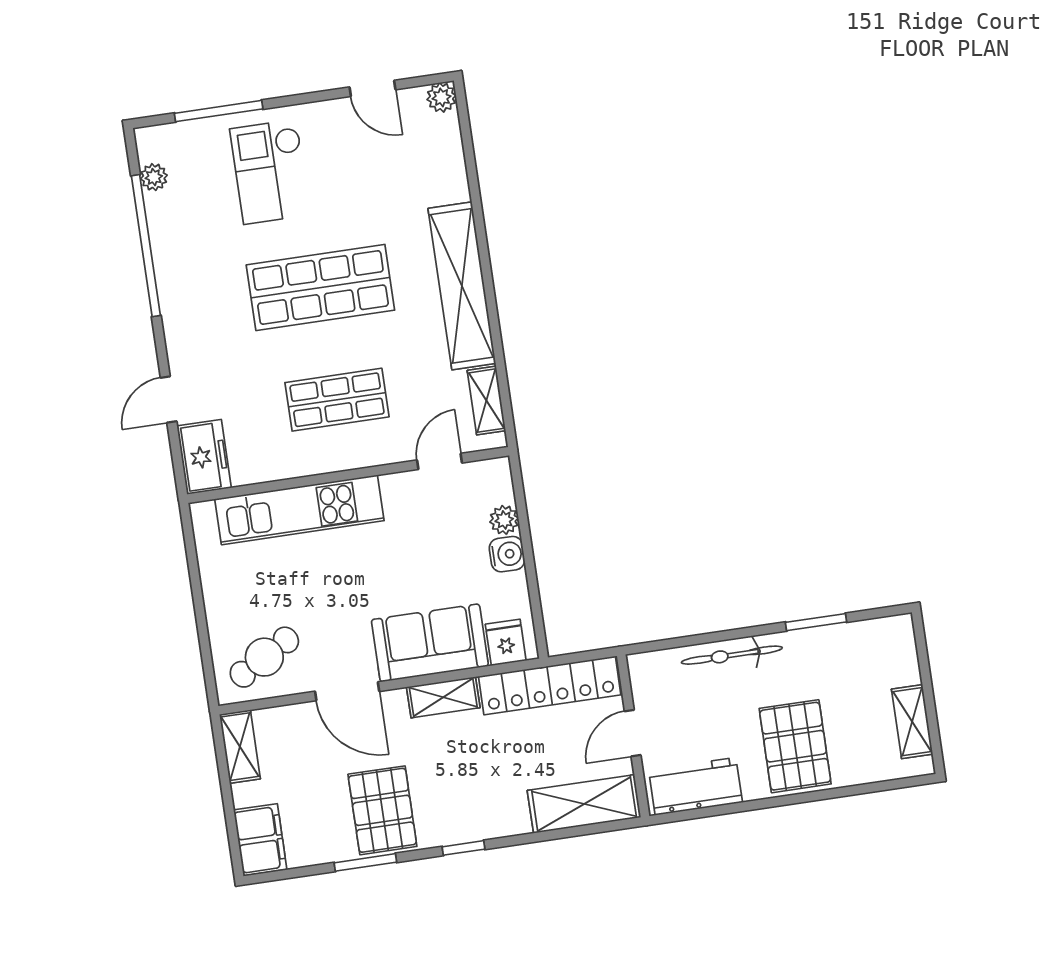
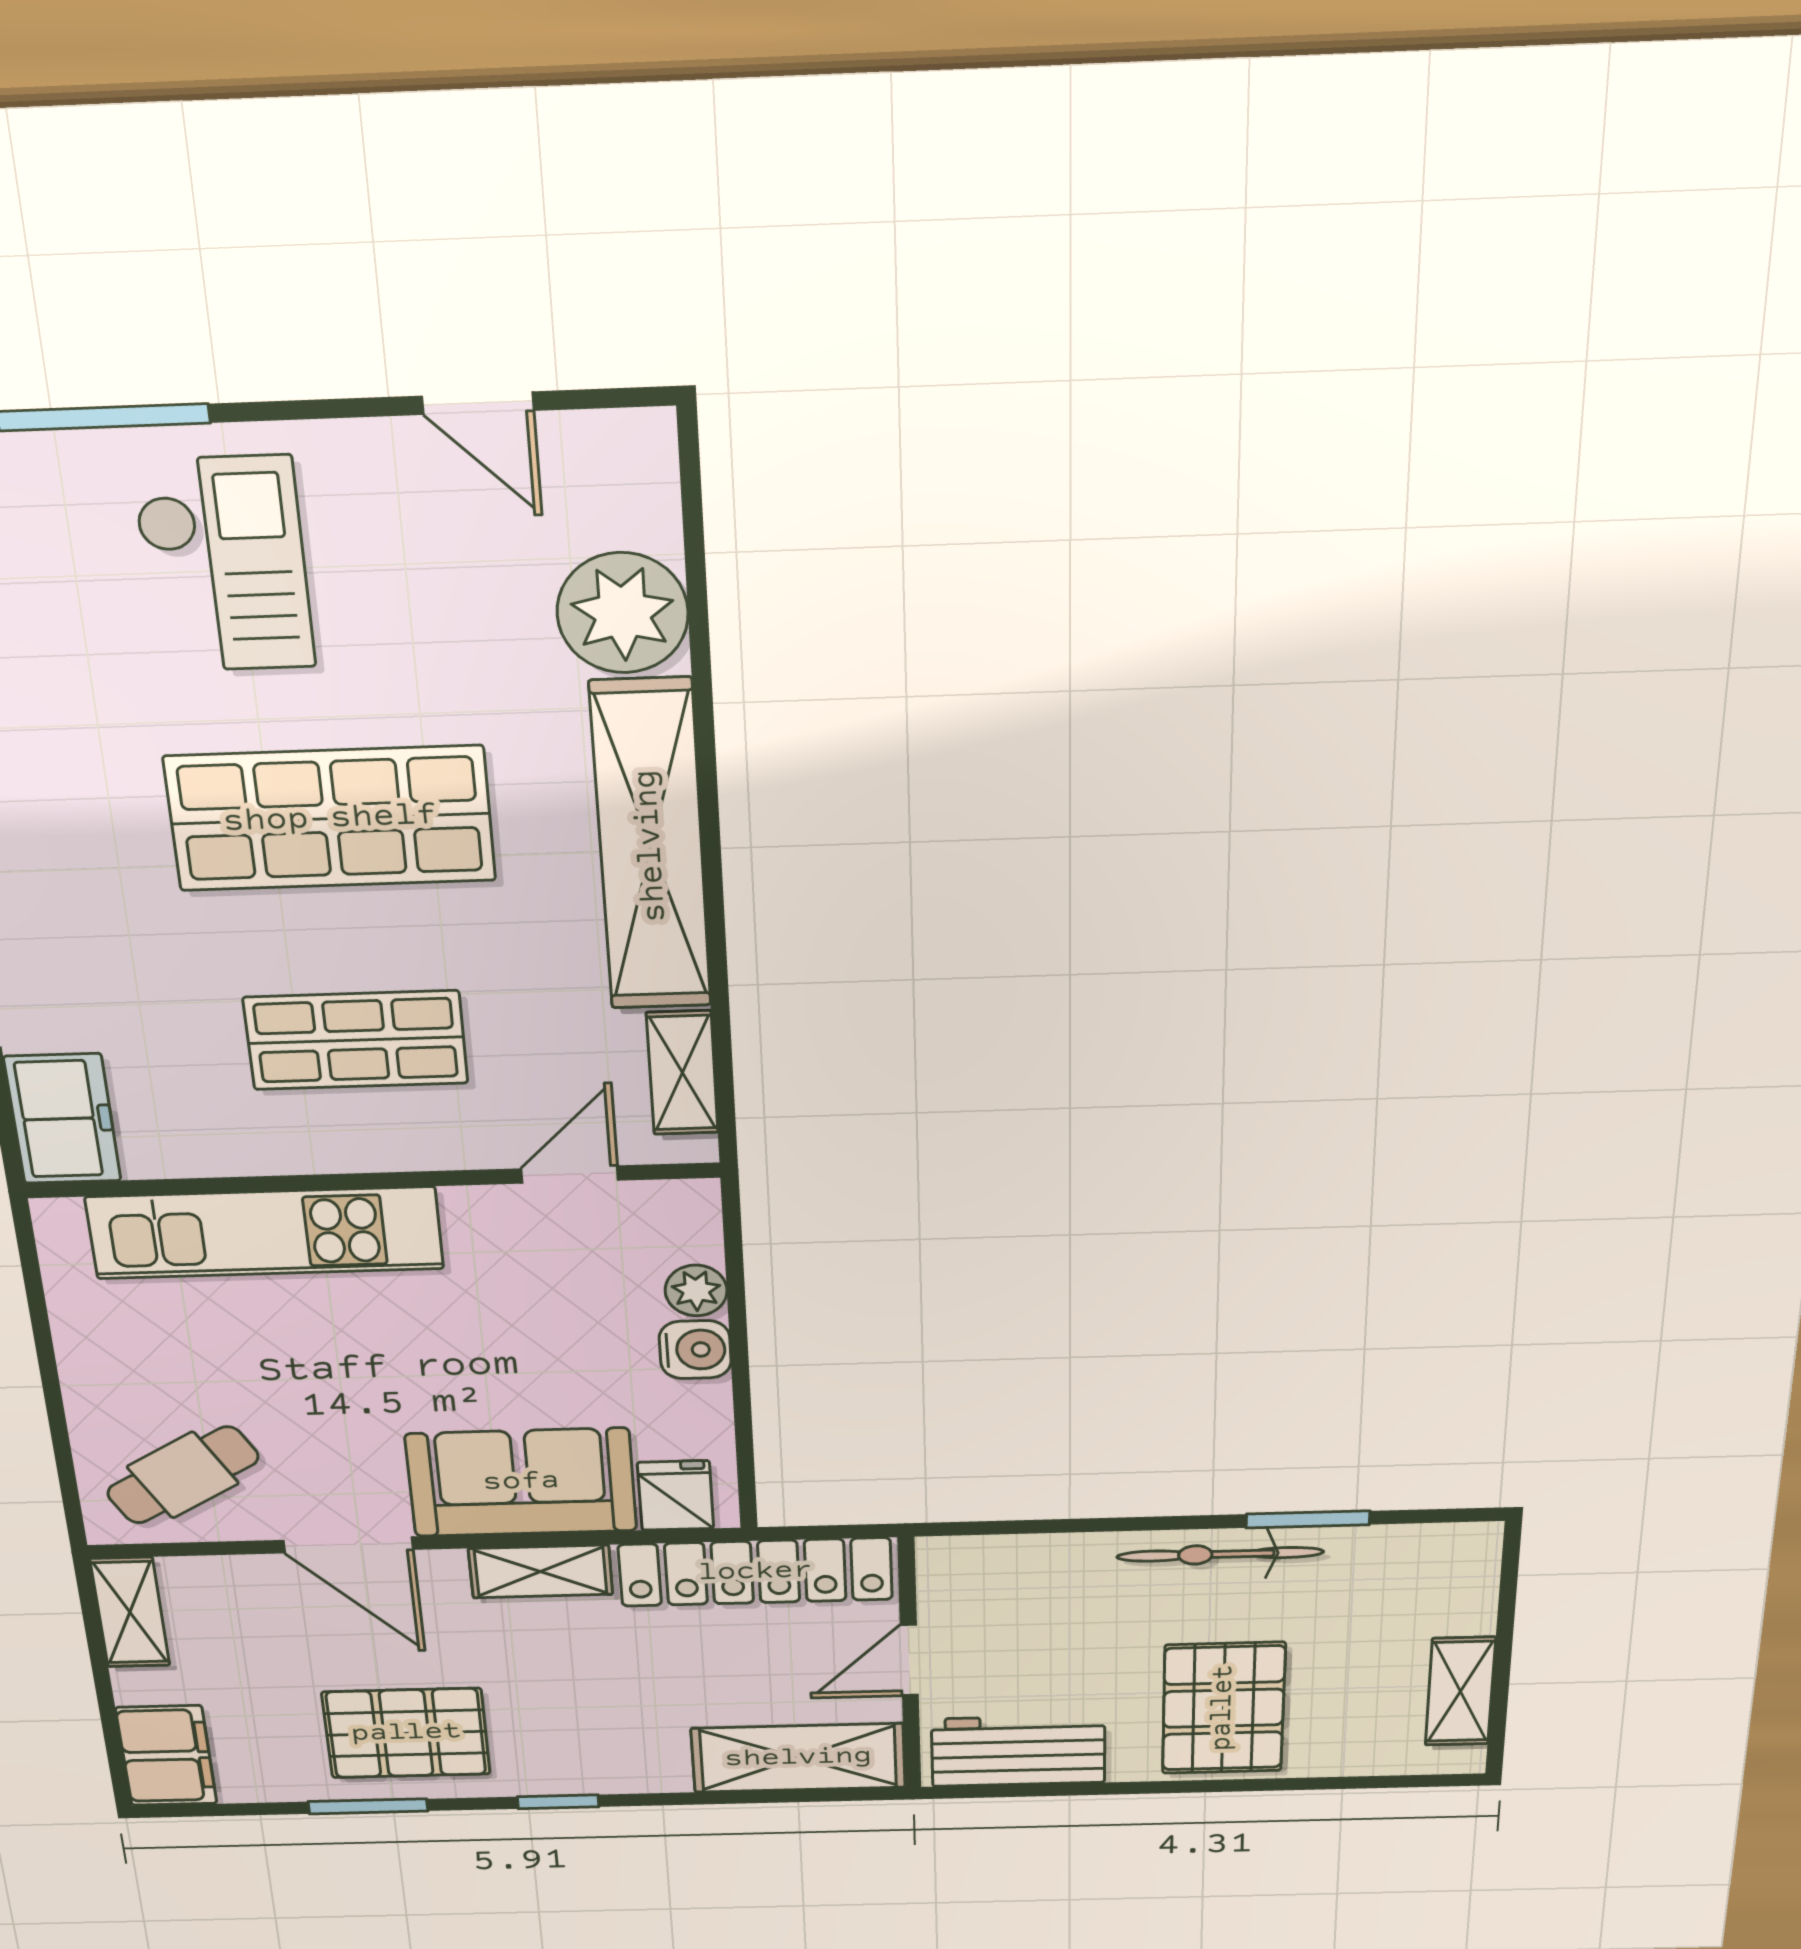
plant: (442, 97) -> (623, 613), moved, width x1.87, depth x1.87
checkout: (270, 172) -> (224, 565), turned 180
bicycle: (732, 655) -> (1220, 1554), moved
pallet: (382, 810) -> (406, 1733), turned 90

